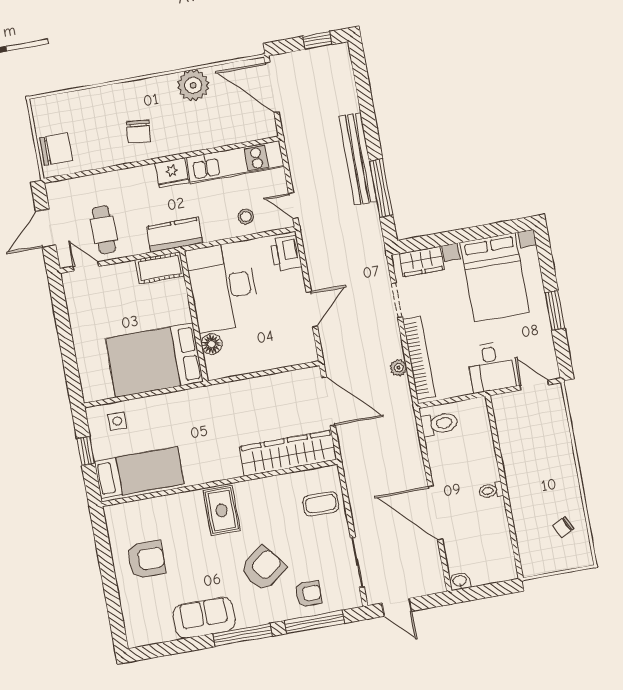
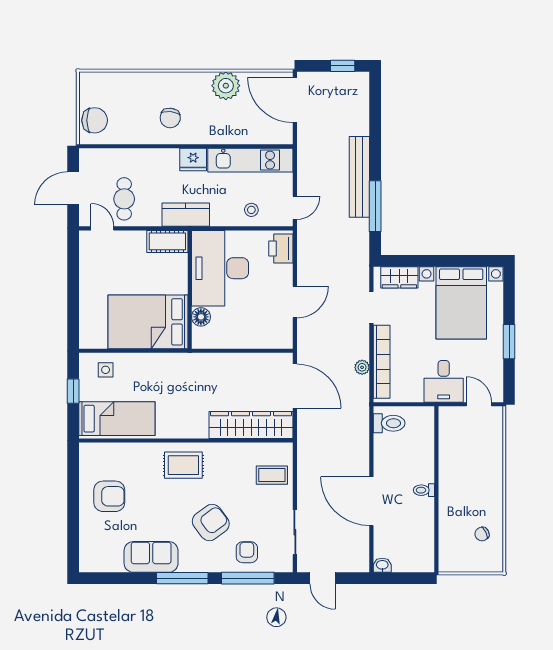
door: (293, 206) -> (295, 208), swing flipped
rug: (222, 511) -> (183, 465), turned 90
armchair: (308, 594) -> (247, 552), turned -90

